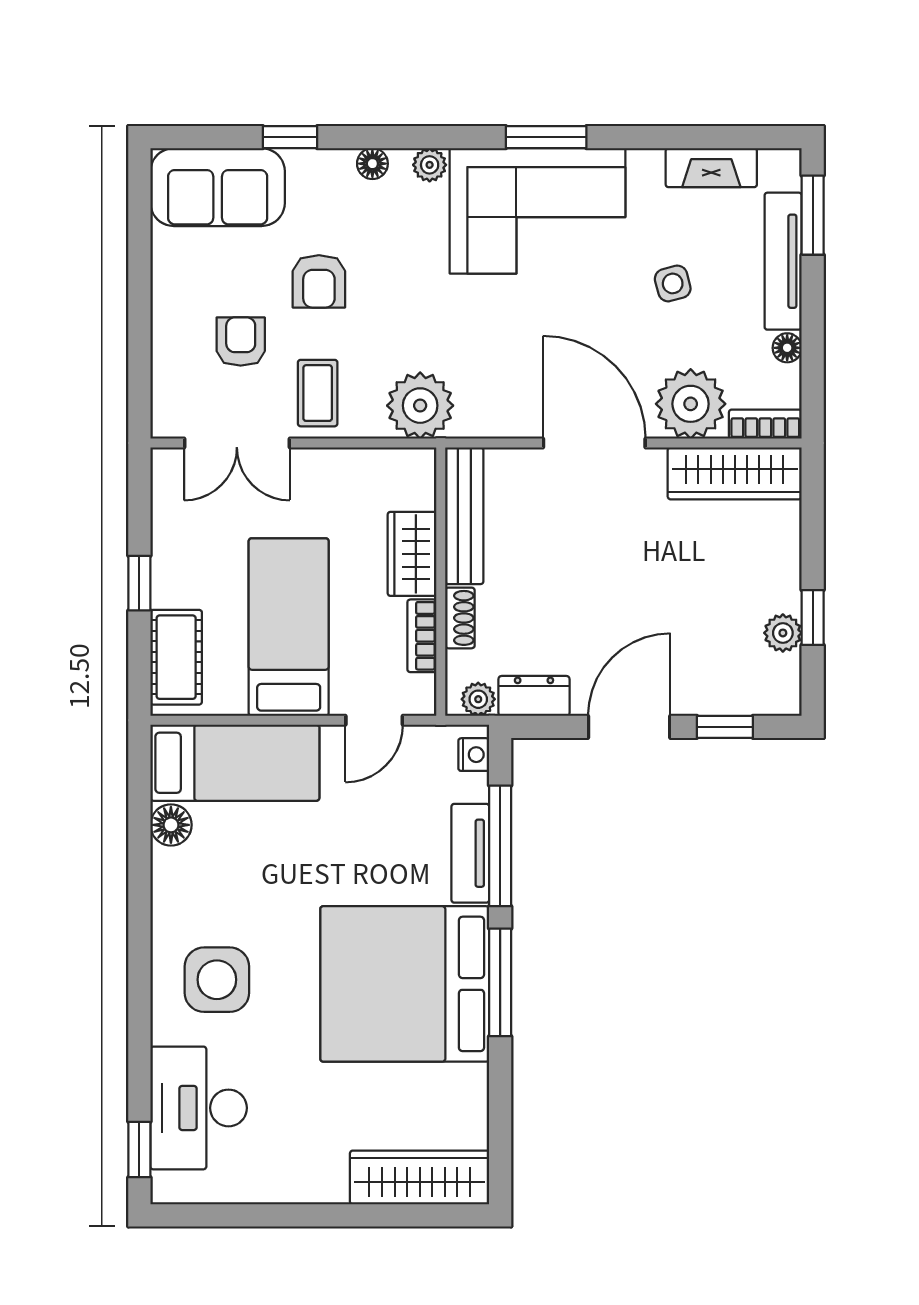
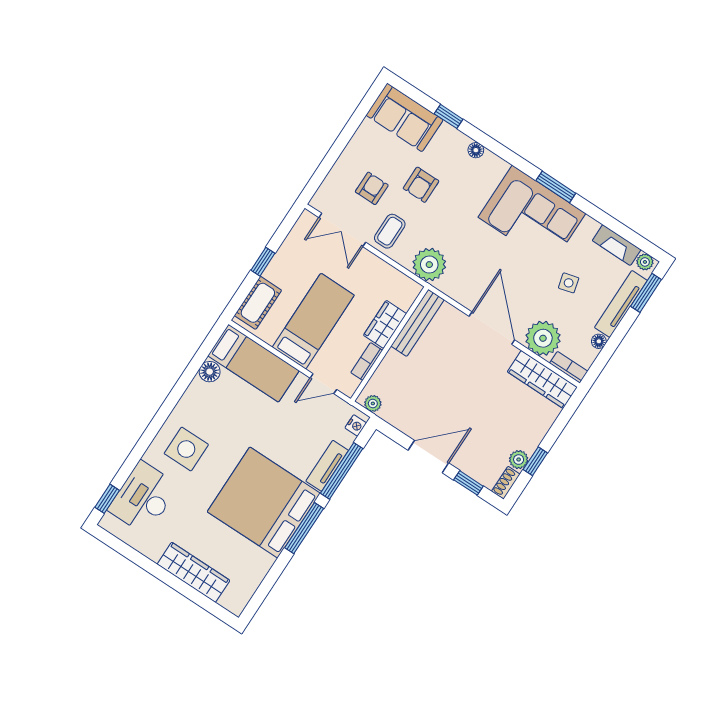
plant: (430, 165) -> (645, 262), moved
shoe rack: (460, 618) -> (506, 483), moved, turned 180
dresser: (534, 696) -> (397, 417), removed
wardrobe: (420, 1177) -> (193, 572), moved

